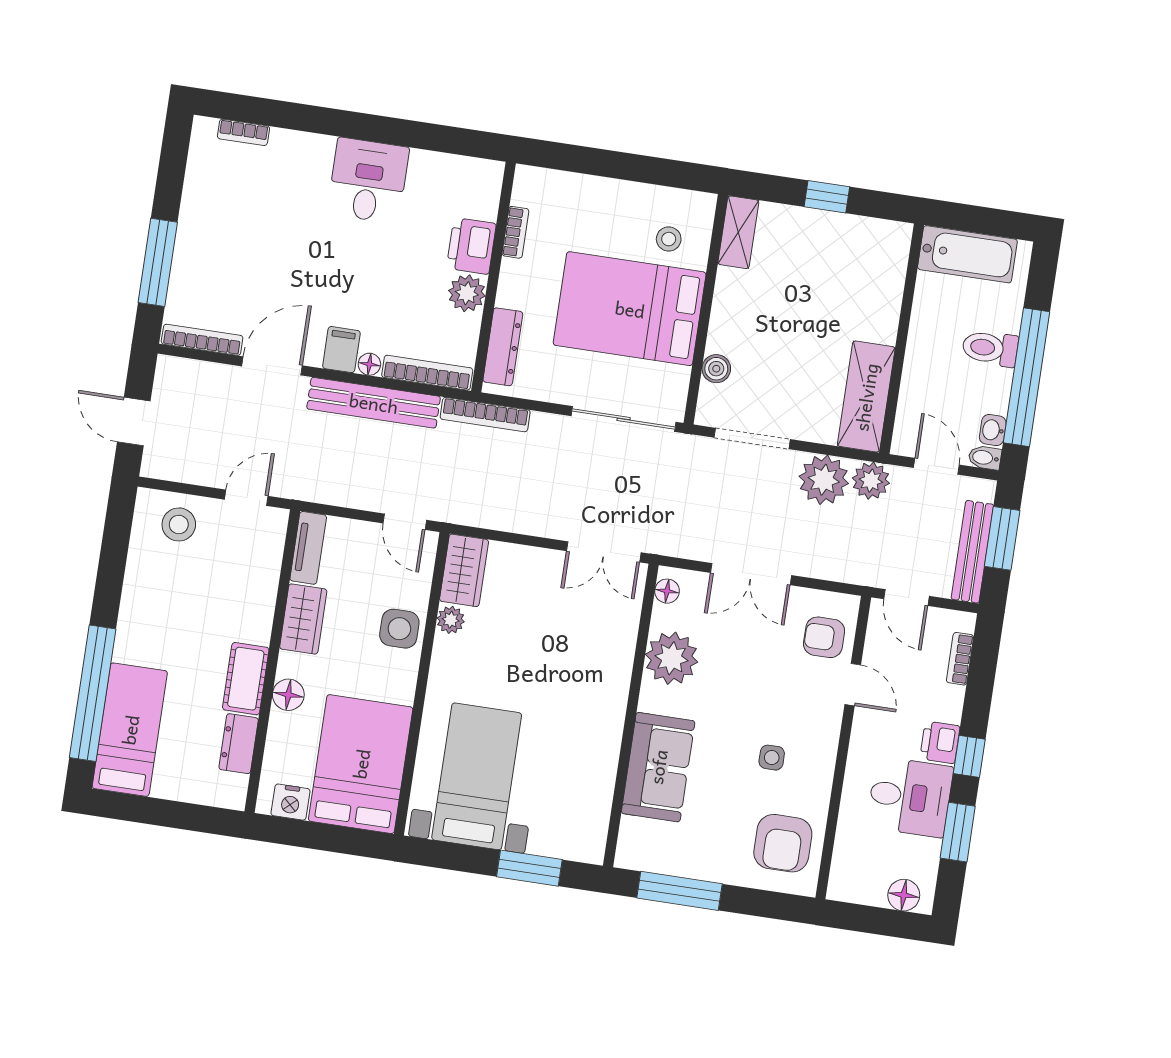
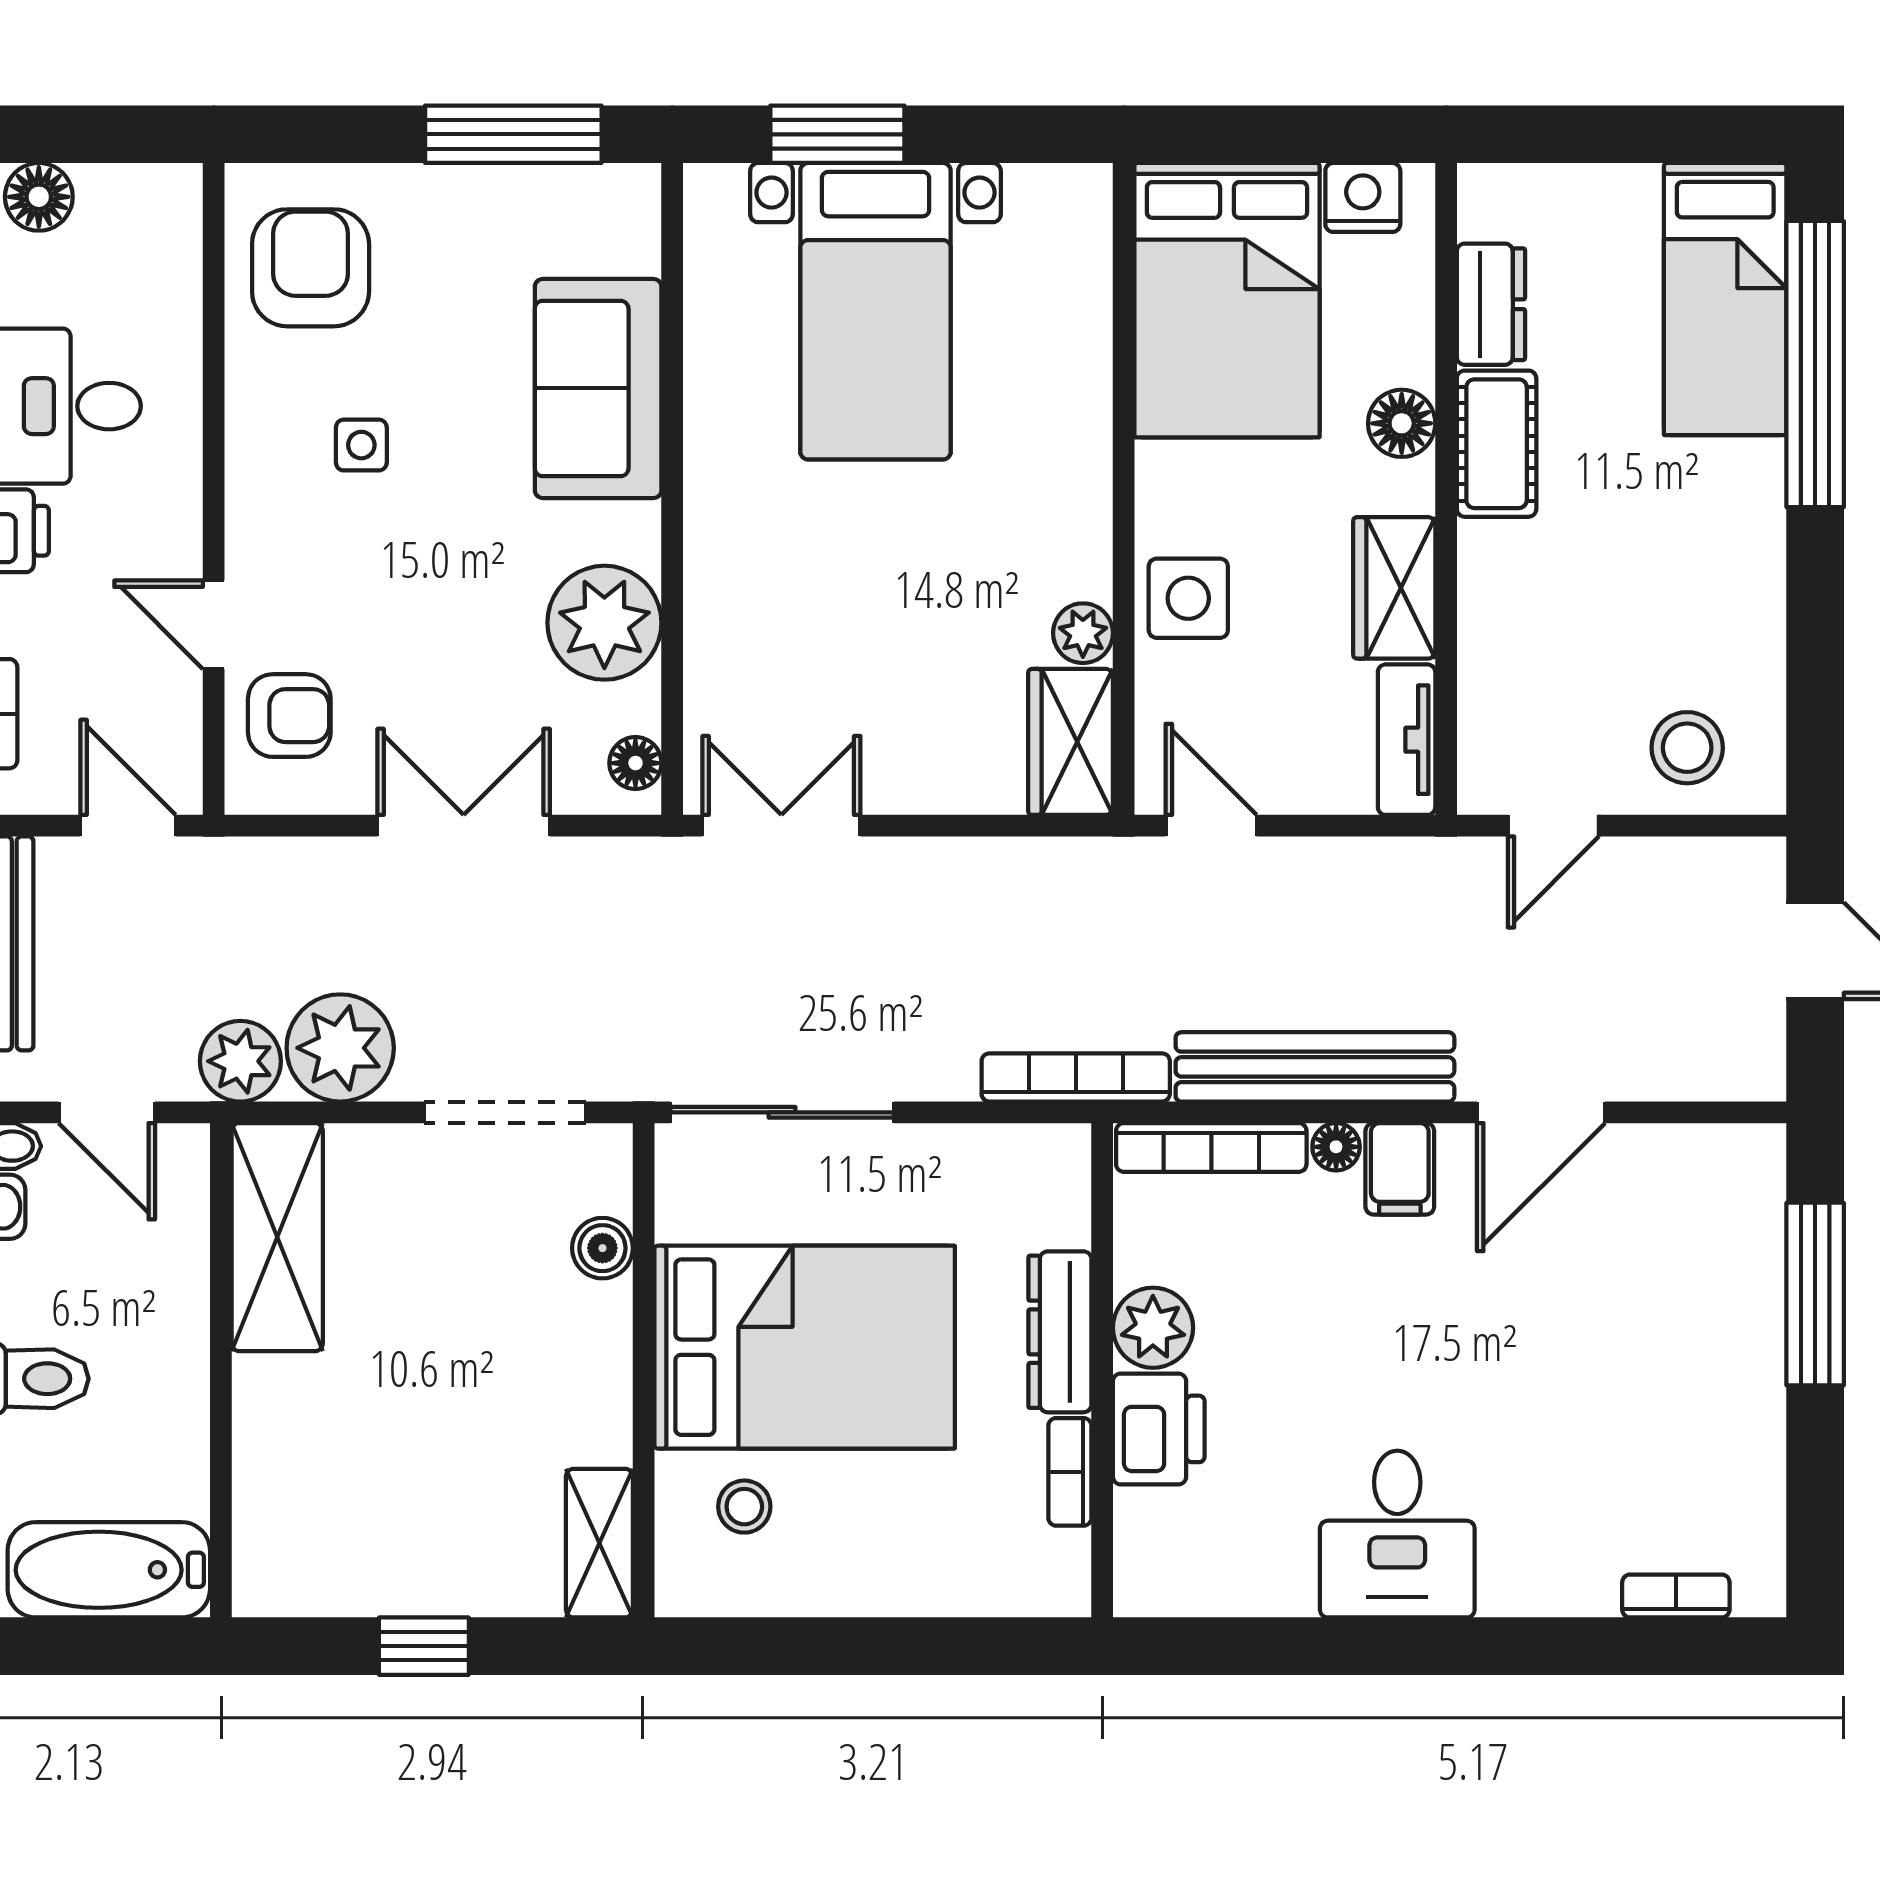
bookcase: (202, 340) -> (1697, 1145), removed
dresser: (503, 347) -> (1060, 1332), moved
bed with nightstands: (477, 776) -> (875, 311), moved

